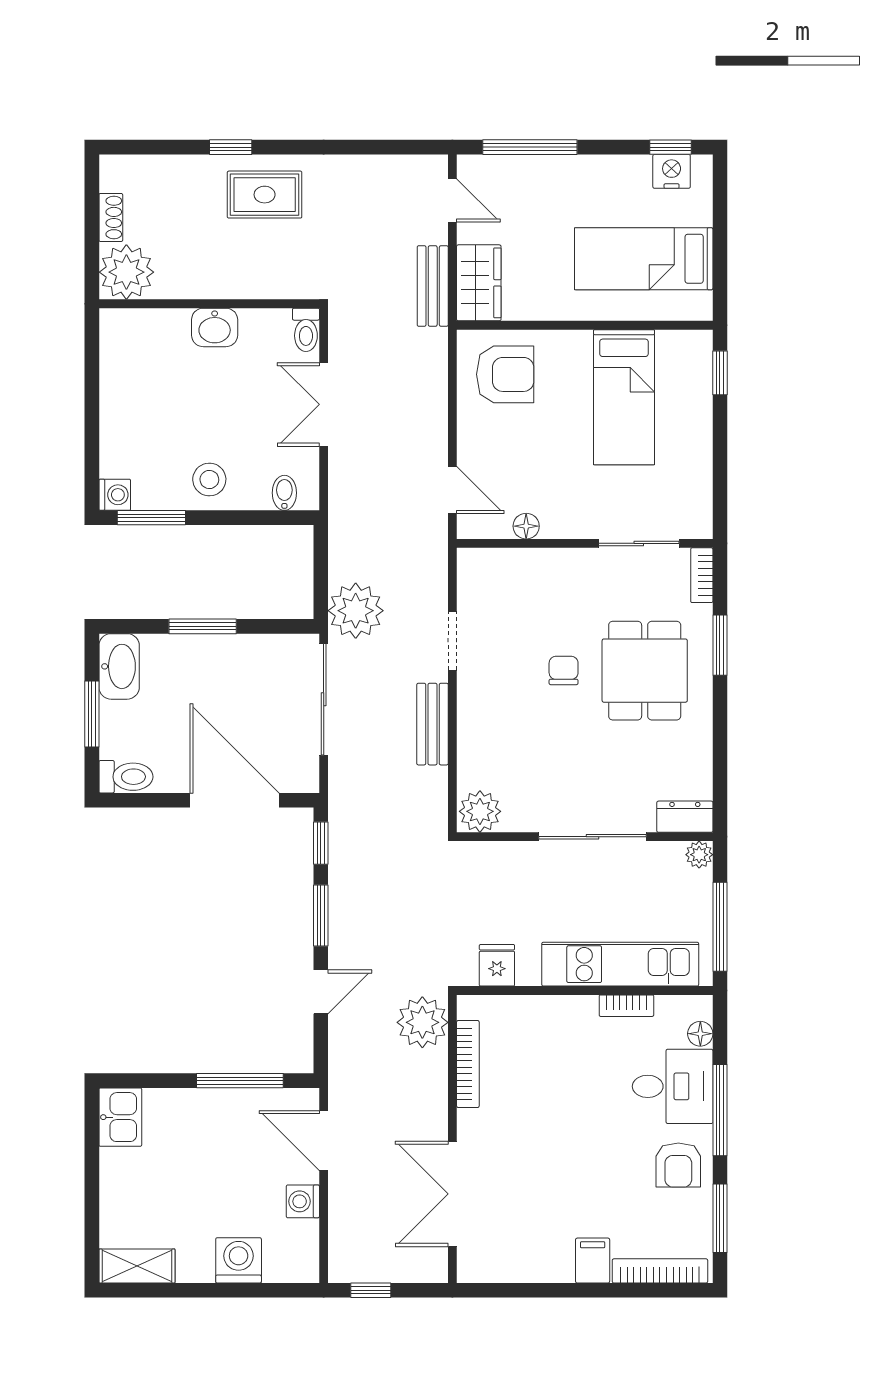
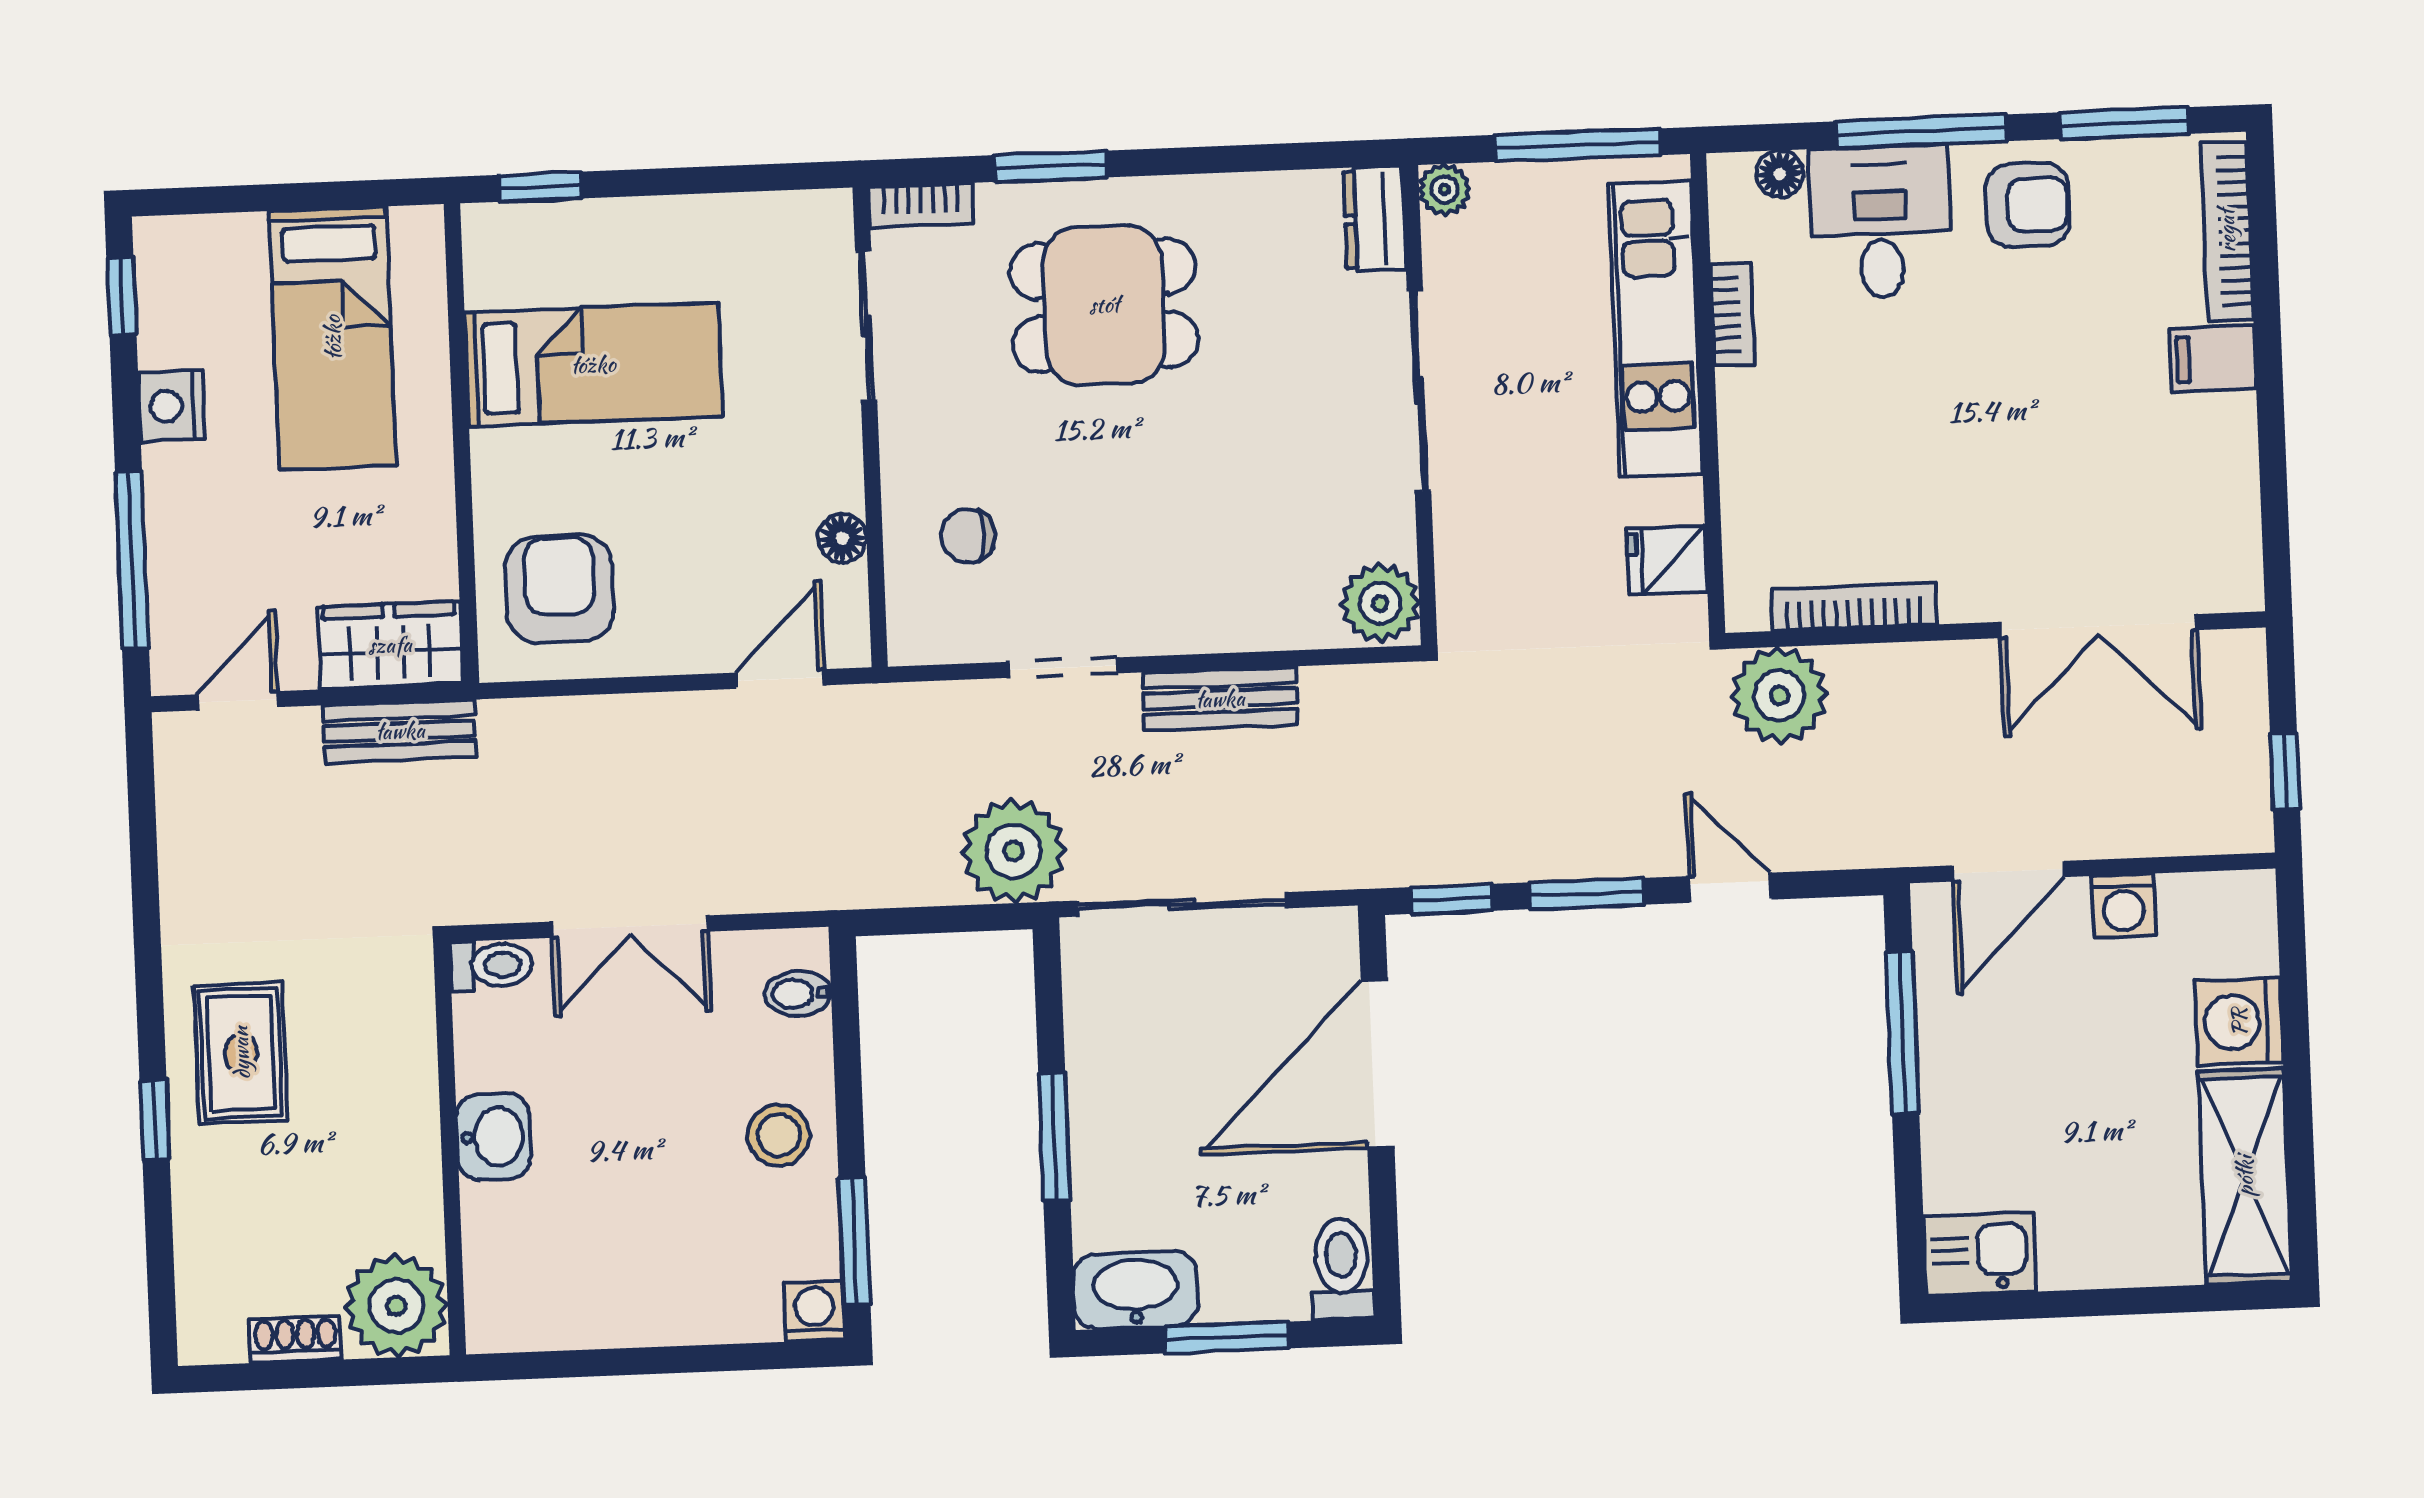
nightstand: (672, 171) -> (171, 406), moved
chair: (564, 670) -> (968, 536), moved
shelving: (137, 1266) -> (2245, 1176), width x1.50, depth x1.33

